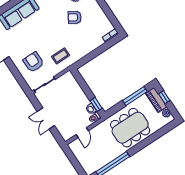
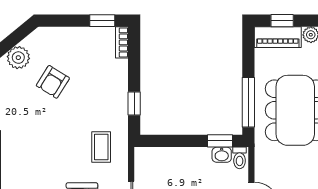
window: (114, 21) -> (102, 21), added
window: (88, 58) -> (134, 103), added
window: (135, 96) -> (248, 102), moved

